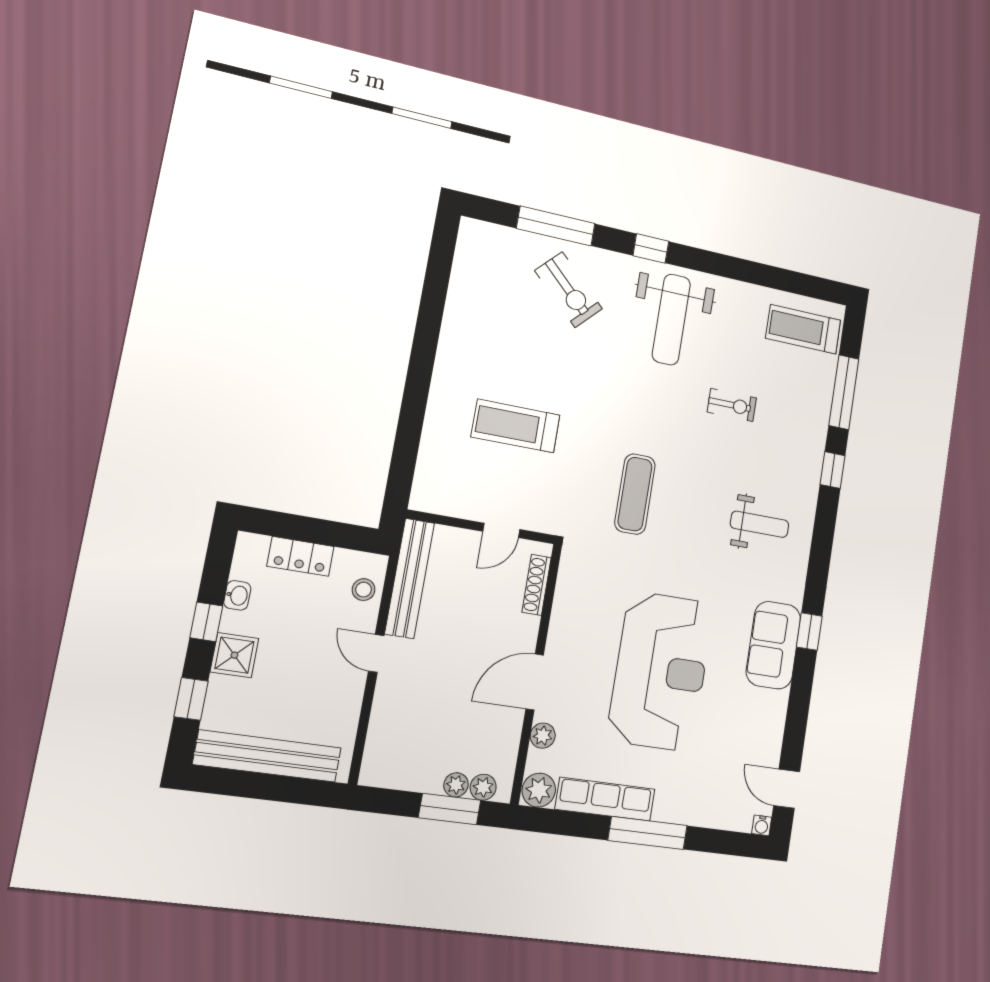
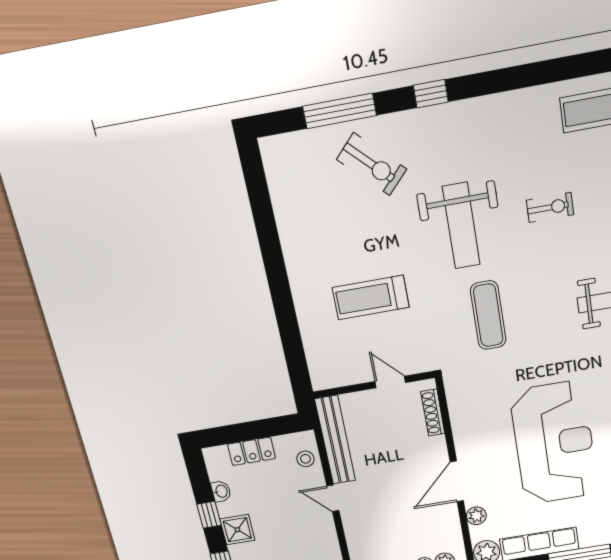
weight bench: (671, 320) -> (461, 226), moved
door: (501, 530) -> (390, 382), swing flipped

